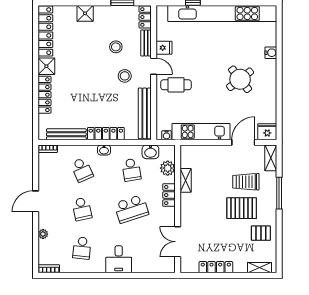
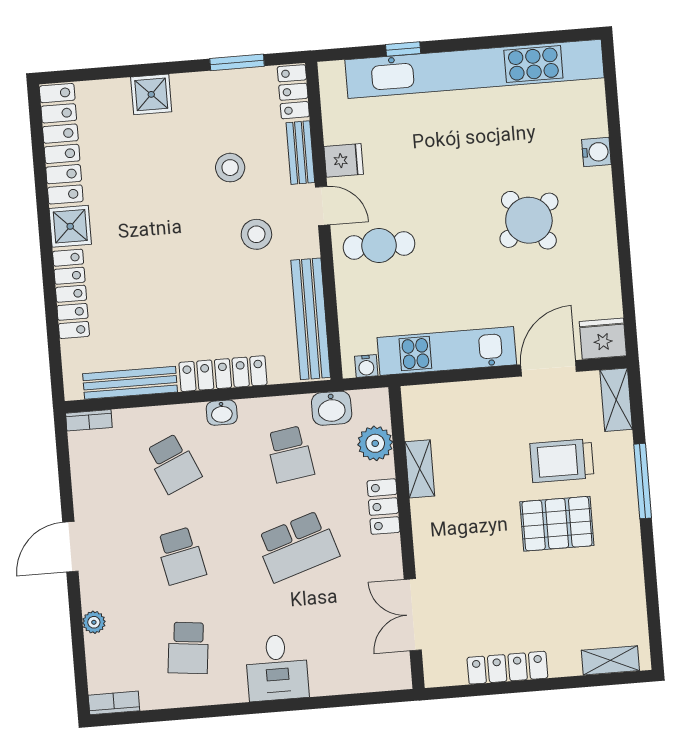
pallet: (261, 233) -> (607, 579), removed

